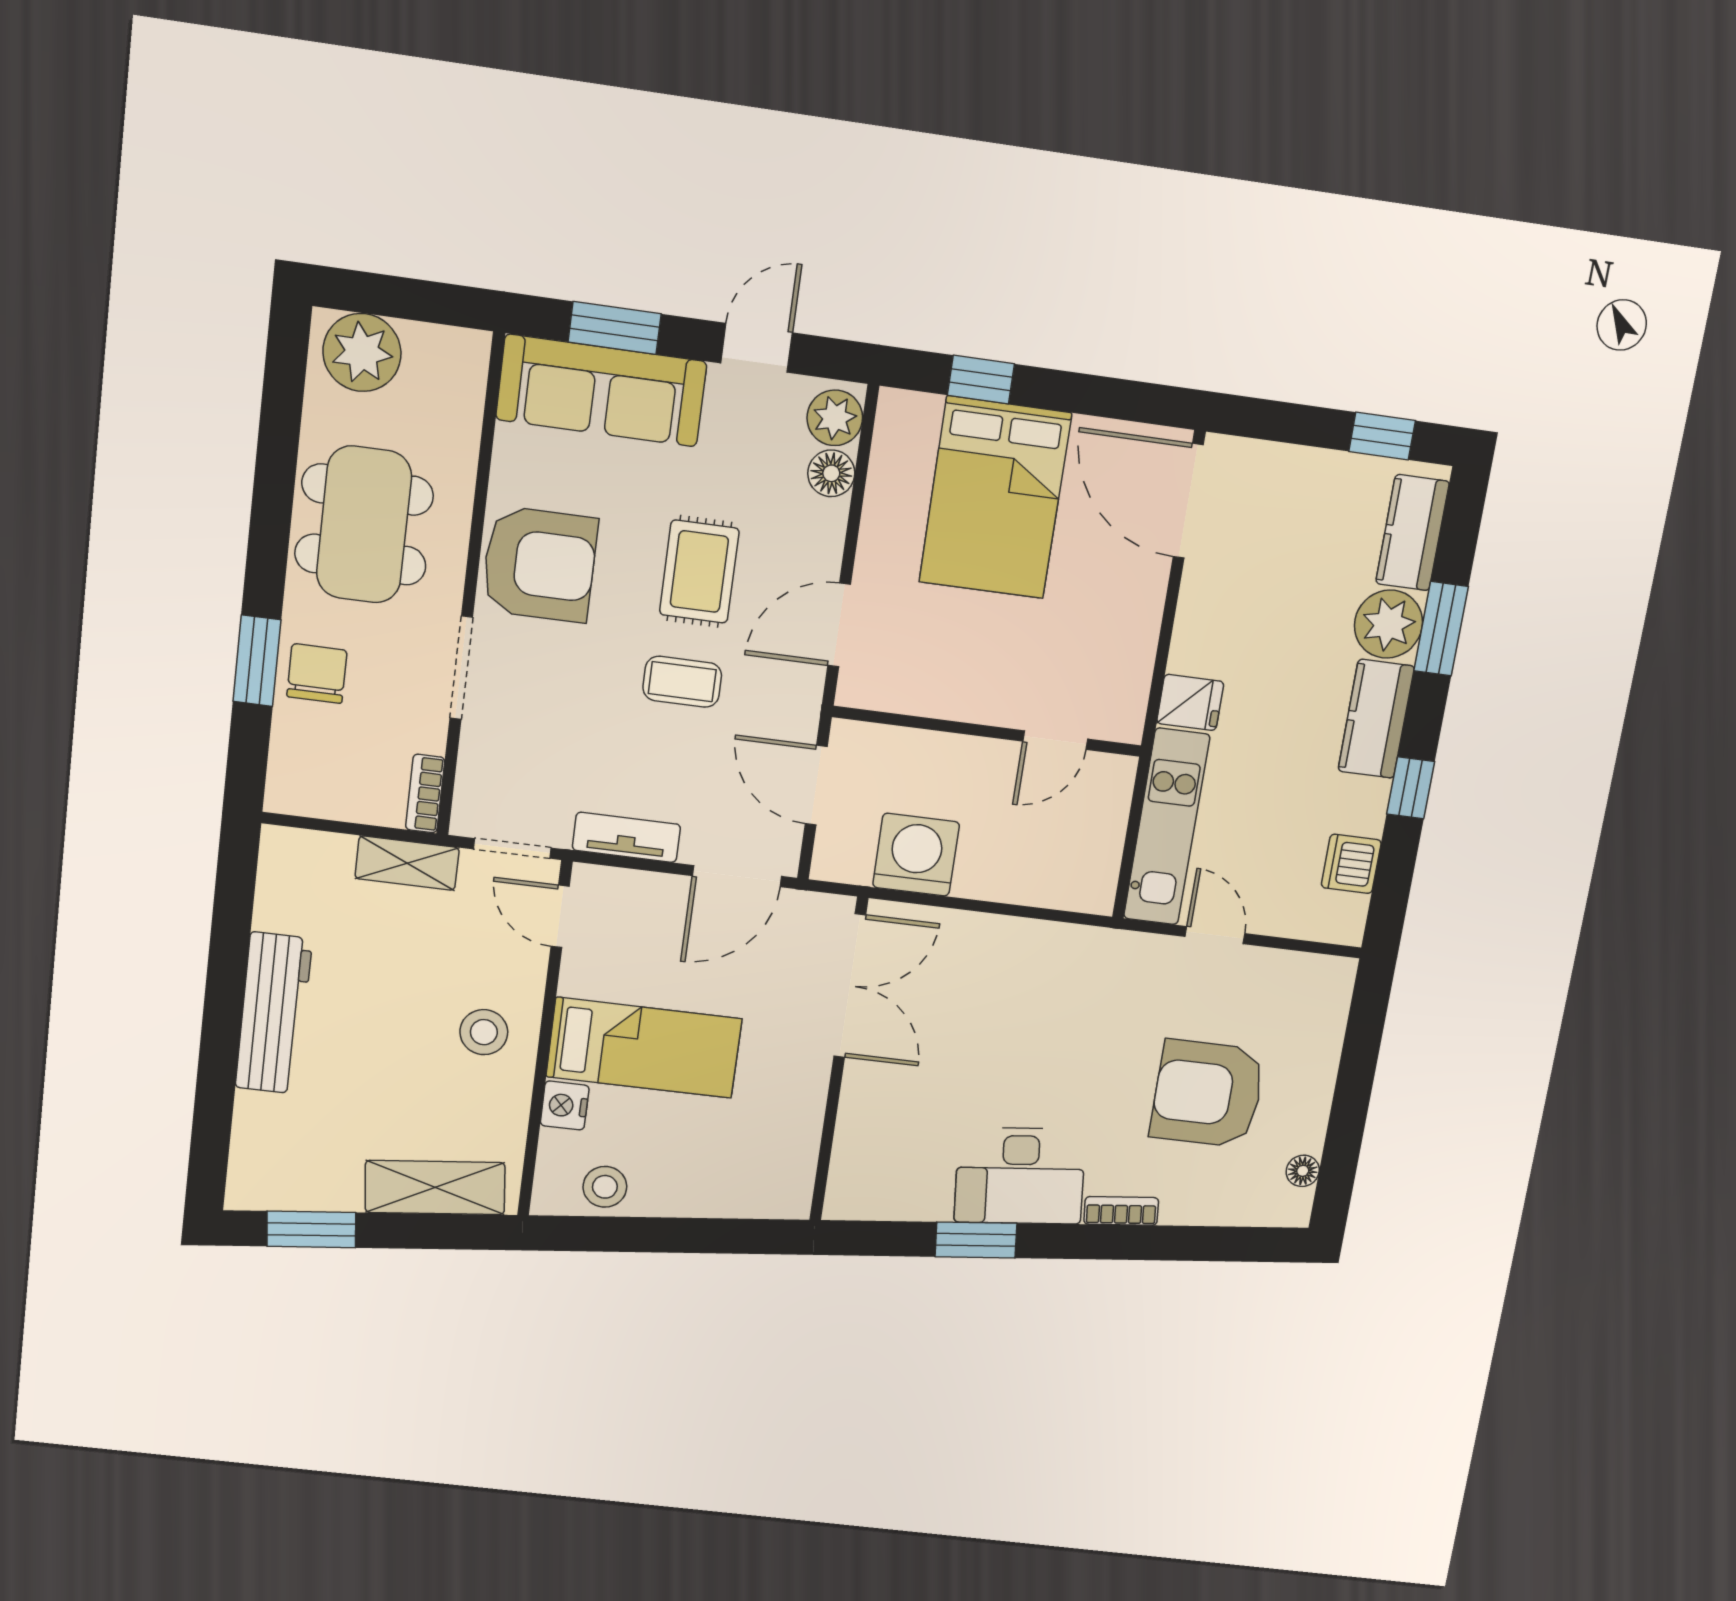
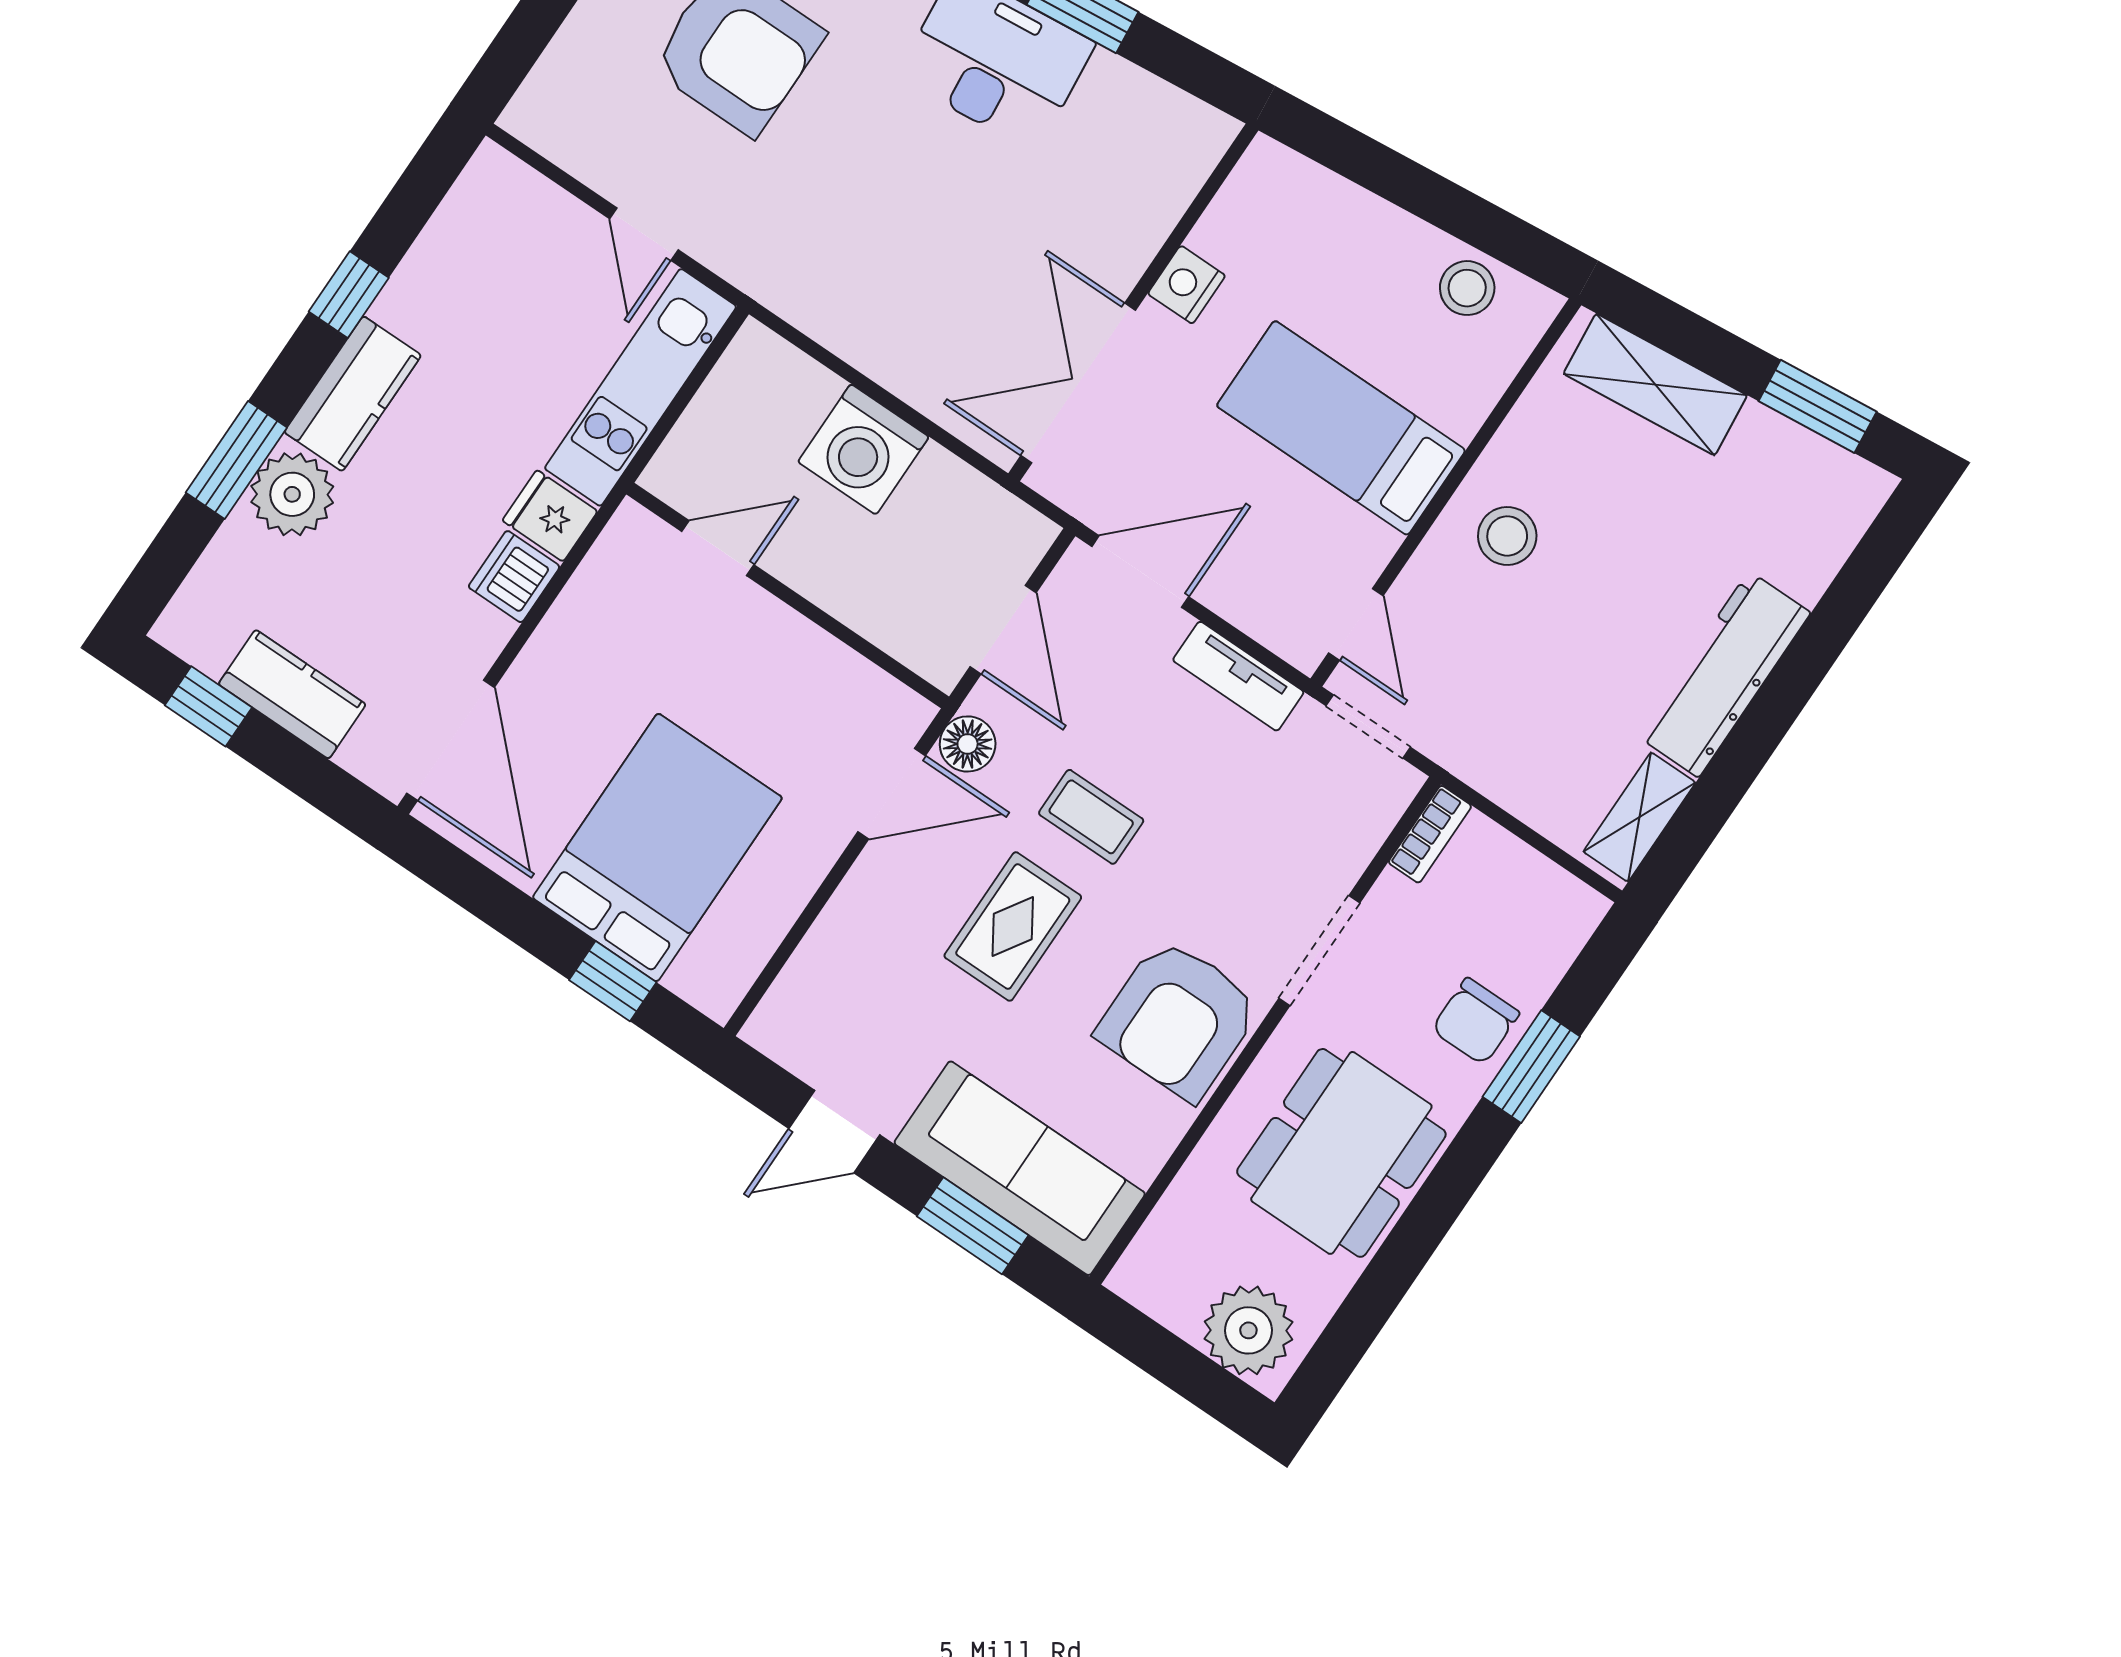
plant: (835, 418) -> (788, 1018), removed
floor lamp: (831, 473) -> (968, 744), moved
kitchen counter: (1412, 533) -> (292, 694), moved, turned -90
armchair: (539, 564) -> (1179, 1019), turned -90
washing machine: (916, 855) -> (863, 449), moved
shelving: (407, 863) -> (1639, 817), moved, turned 90
dishwasher: (1351, 864) -> (514, 577), moved, turned 180
nightstand: (565, 1106) -> (1187, 285), moved, turned 180

